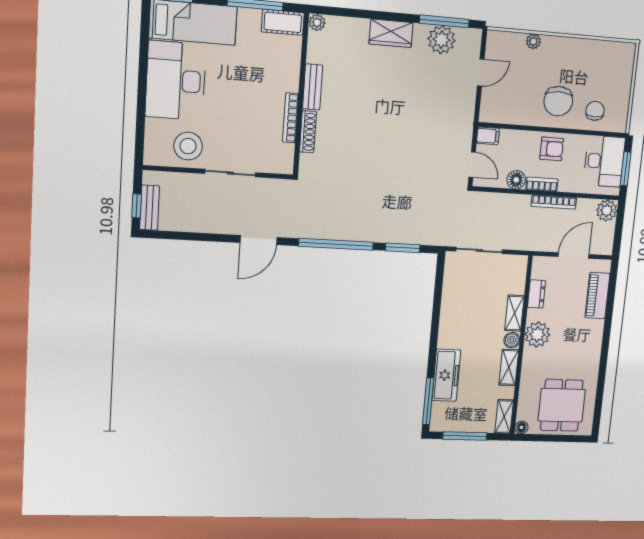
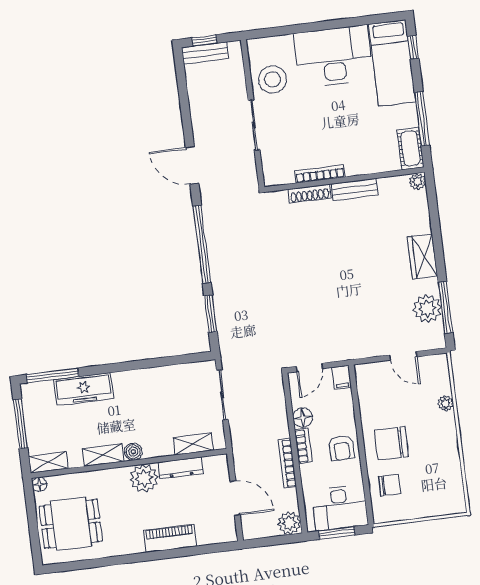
dresser: (537, 294) -> (181, 468), width x1.44
piano: (597, 296) -> (170, 538), moved
shelving: (514, 313) -> (193, 444), moved

